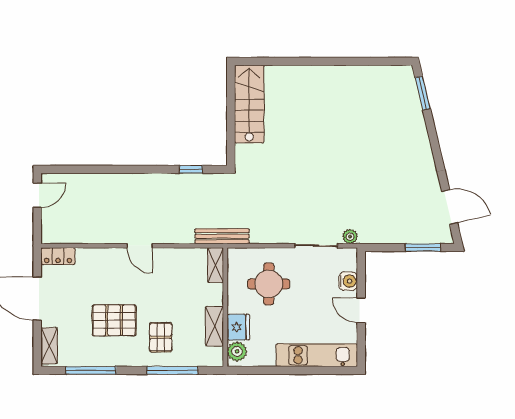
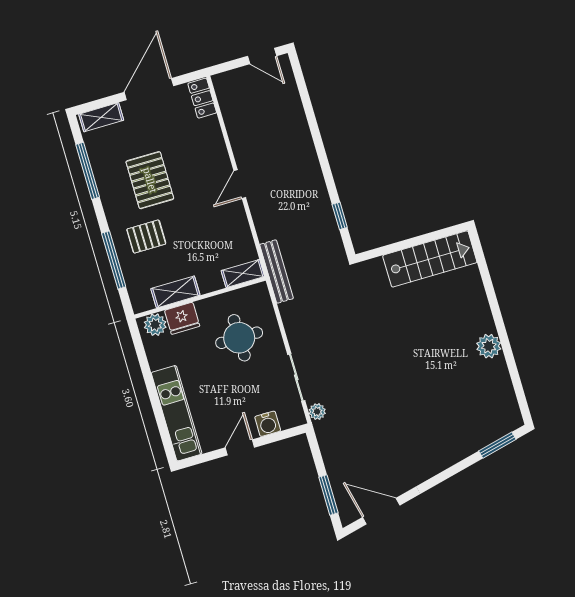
plant: (337, 76) -> (489, 346), added
door: (450, 207) -> (381, 511), swing flipped

